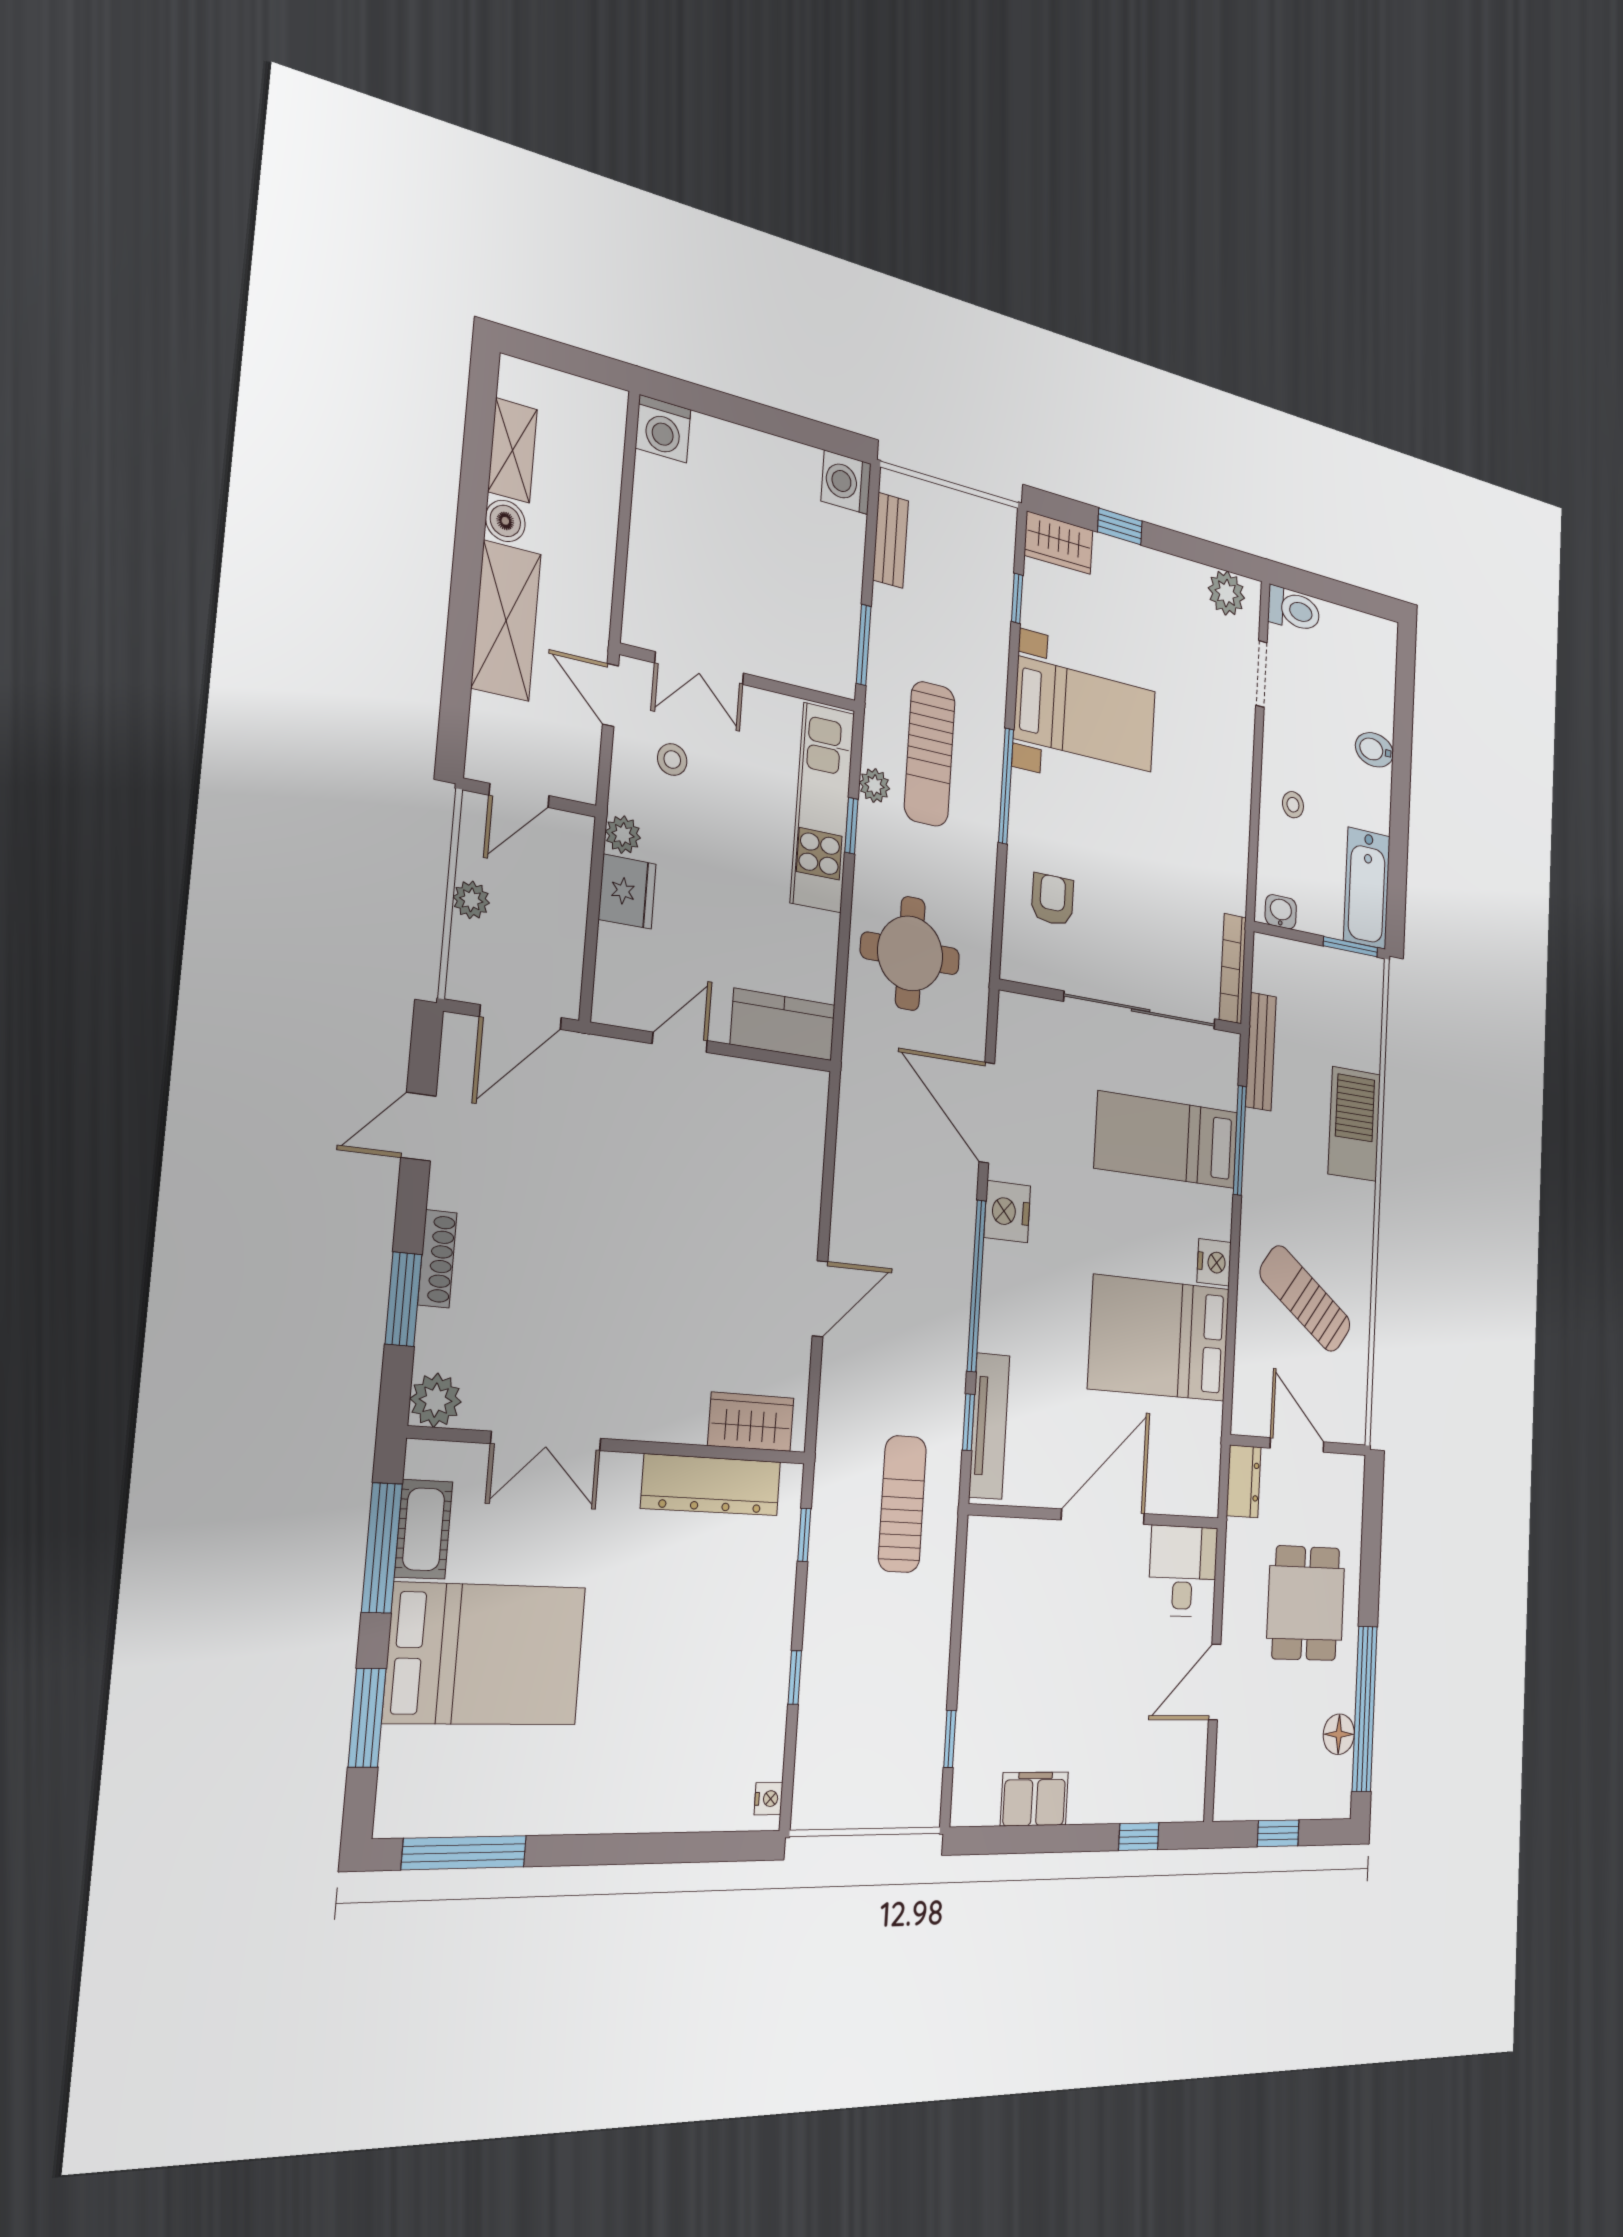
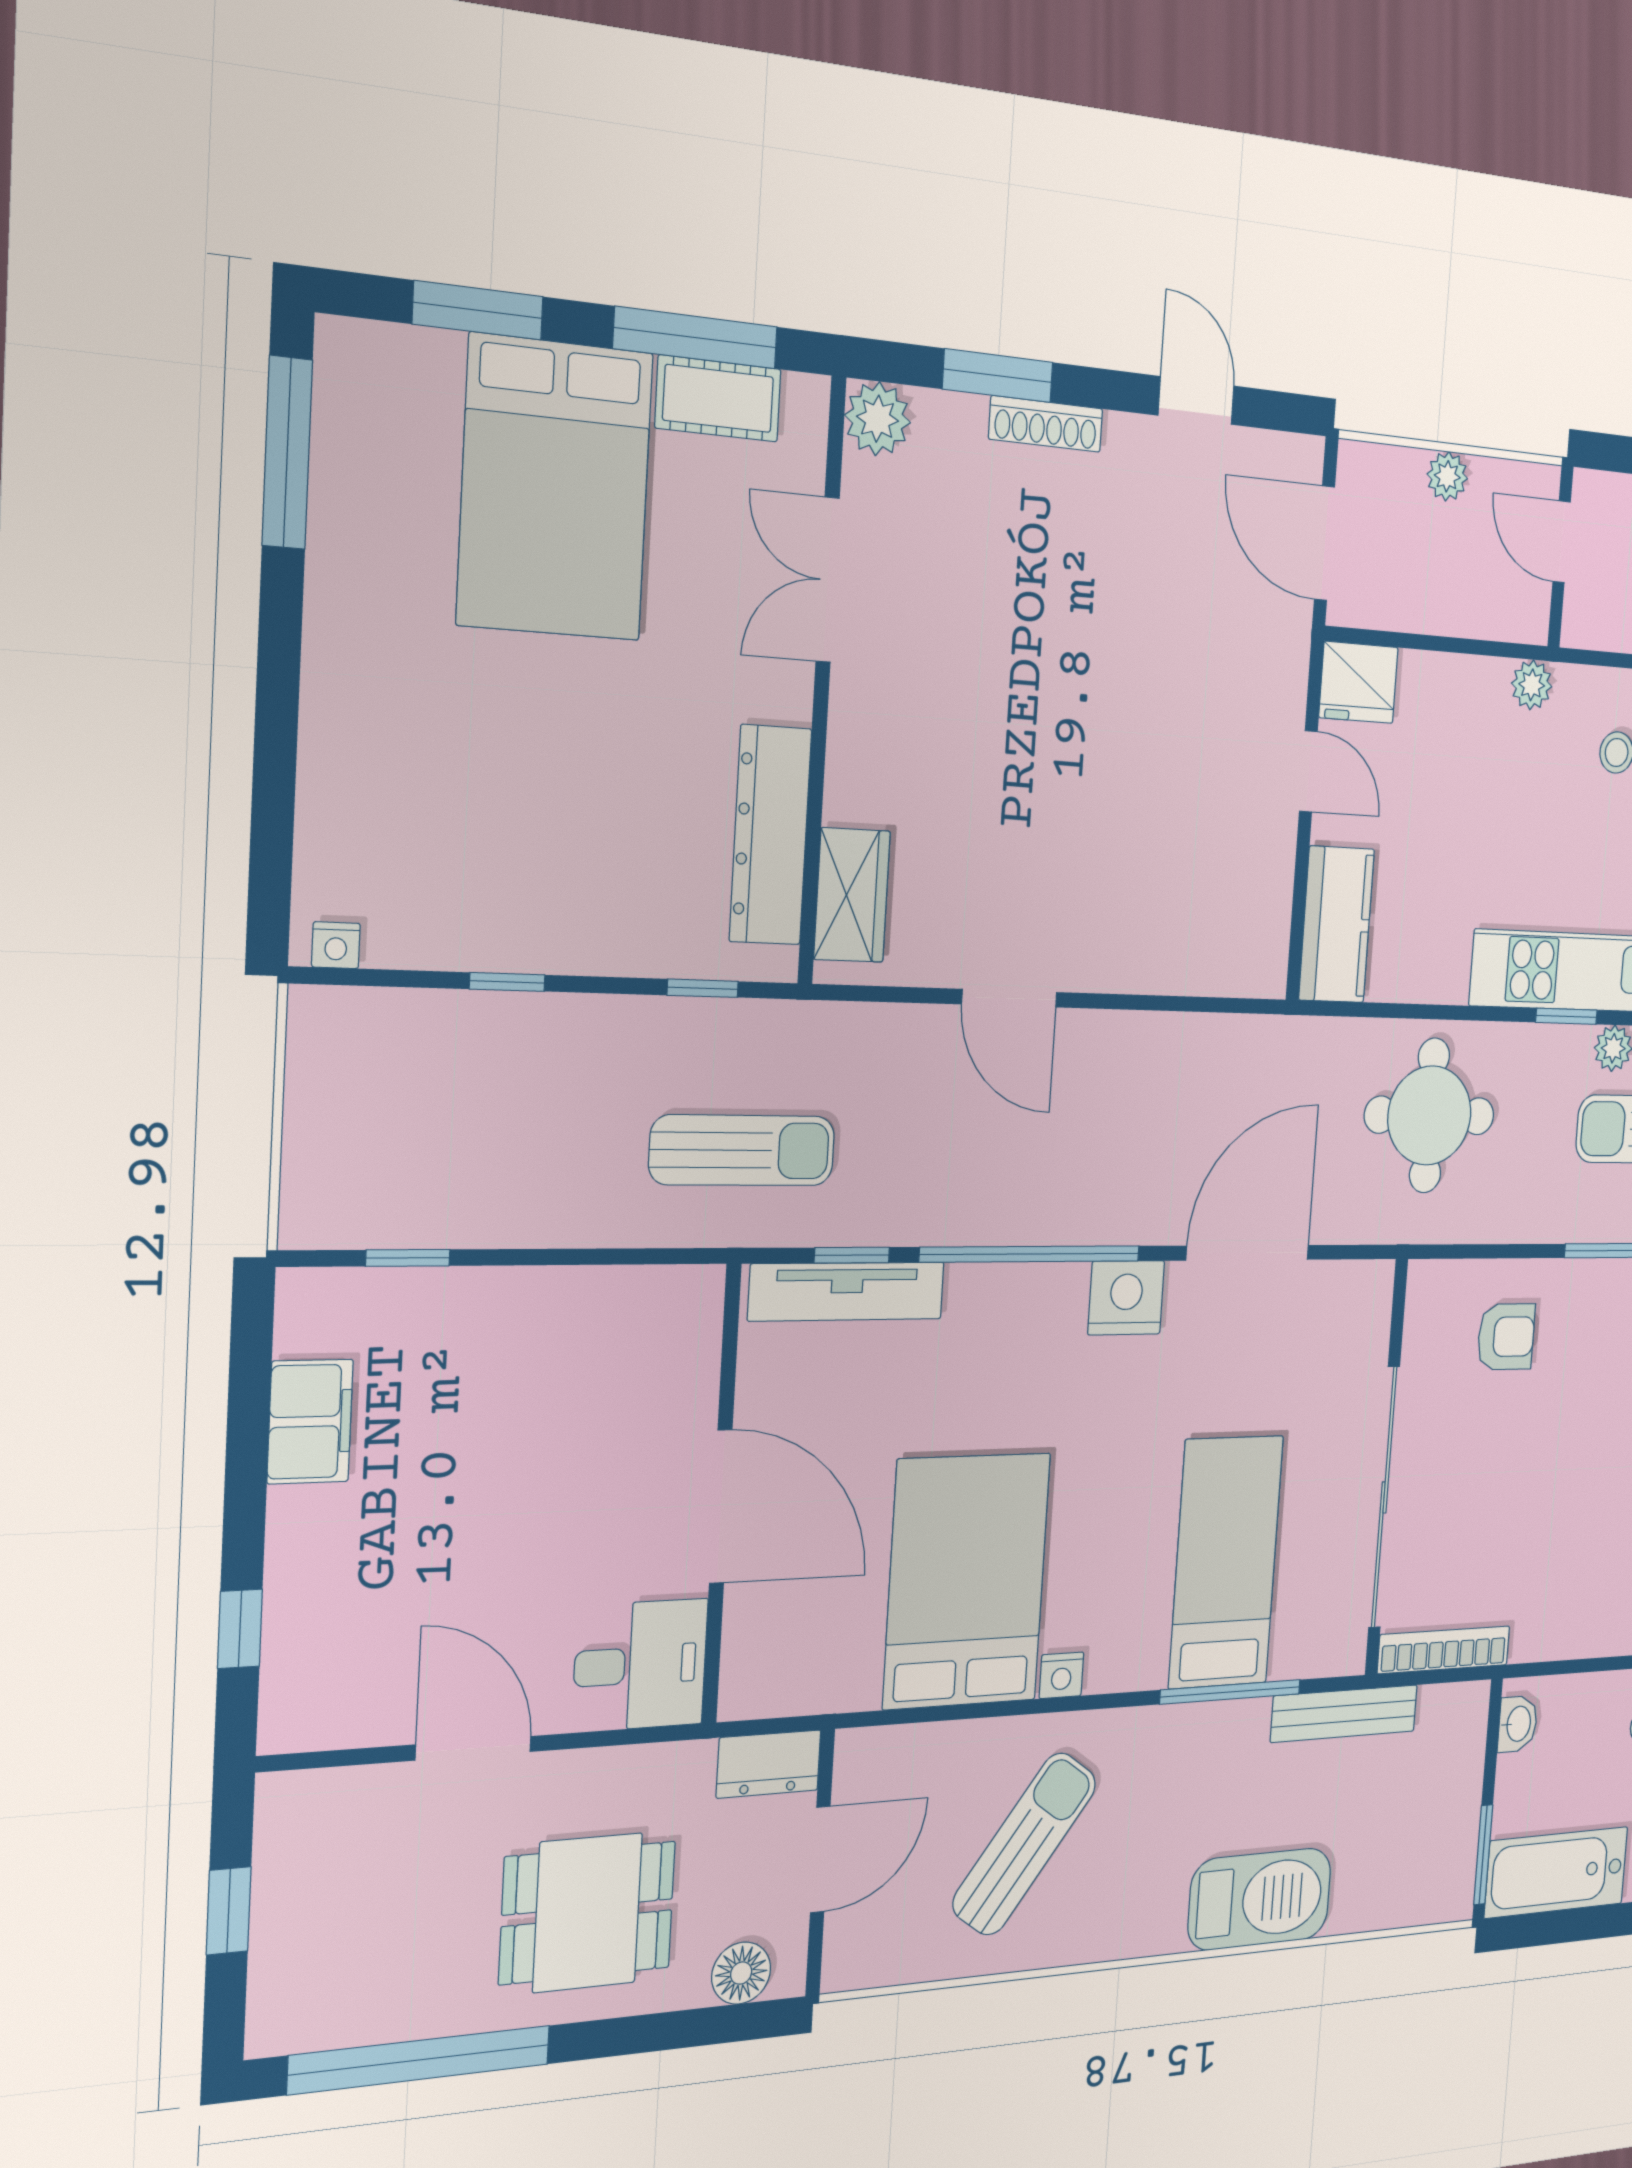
fridge: (627, 892) -> (1358, 682), moved
nightstand: (1214, 1262) -> (1061, 1675), width x0.72, depth x0.74
floor lamp: (1339, 1734) -> (741, 1973), moved

